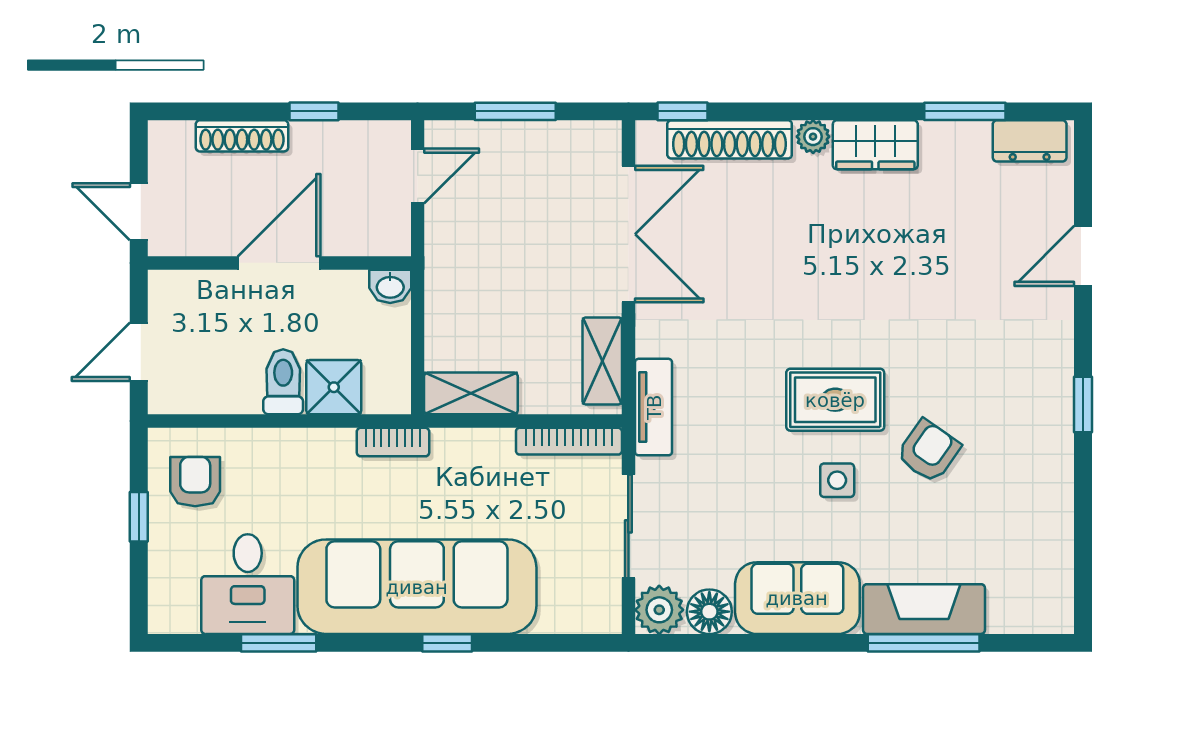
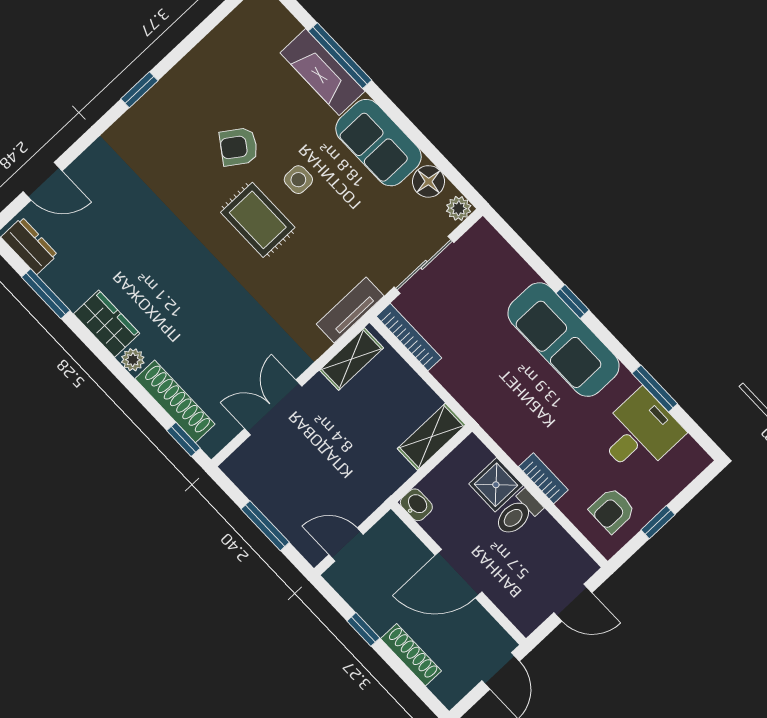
double door: (628, 234) -> (273, 407), width x0.73
door: (1083, 256) -> (43, 181), moved
shelving: (471, 393) -> (431, 437), moved, turned 90
bookcase: (393, 442) -> (543, 478), moved
sofa: (417, 587) -> (563, 340), width x0.74, depth x0.79
plant: (659, 610) -> (459, 208), width x0.73, depth x0.73

